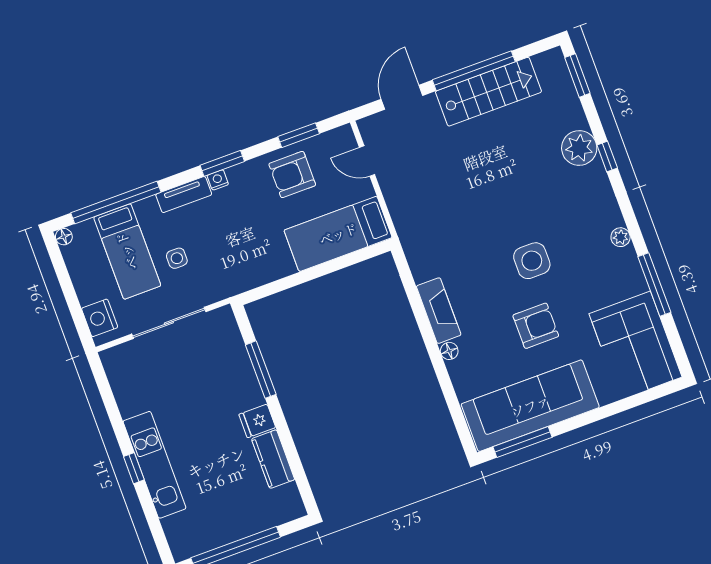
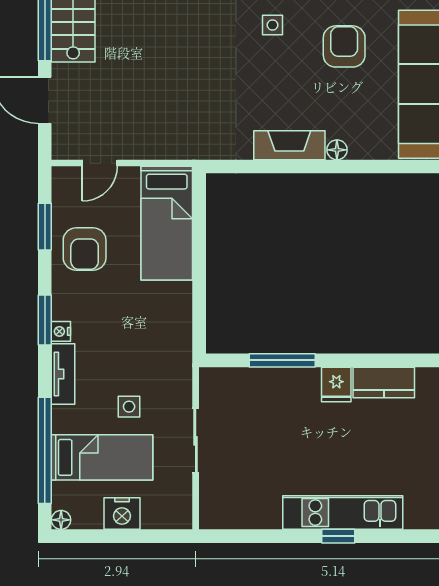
side table: (532, 261) -> (272, 25), width x0.54, depth x0.54
nightstand: (100, 318) -> (122, 513), moved
sliding door: (169, 323) -> (196, 441), width x0.73

